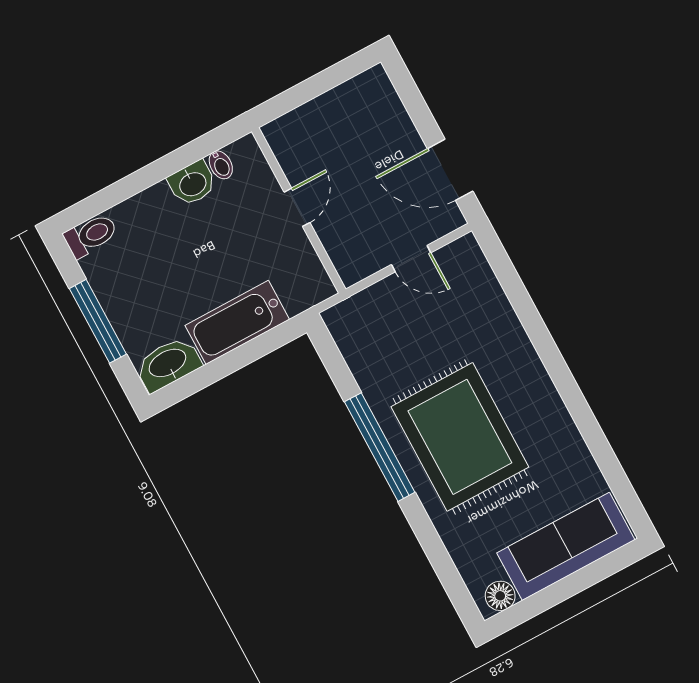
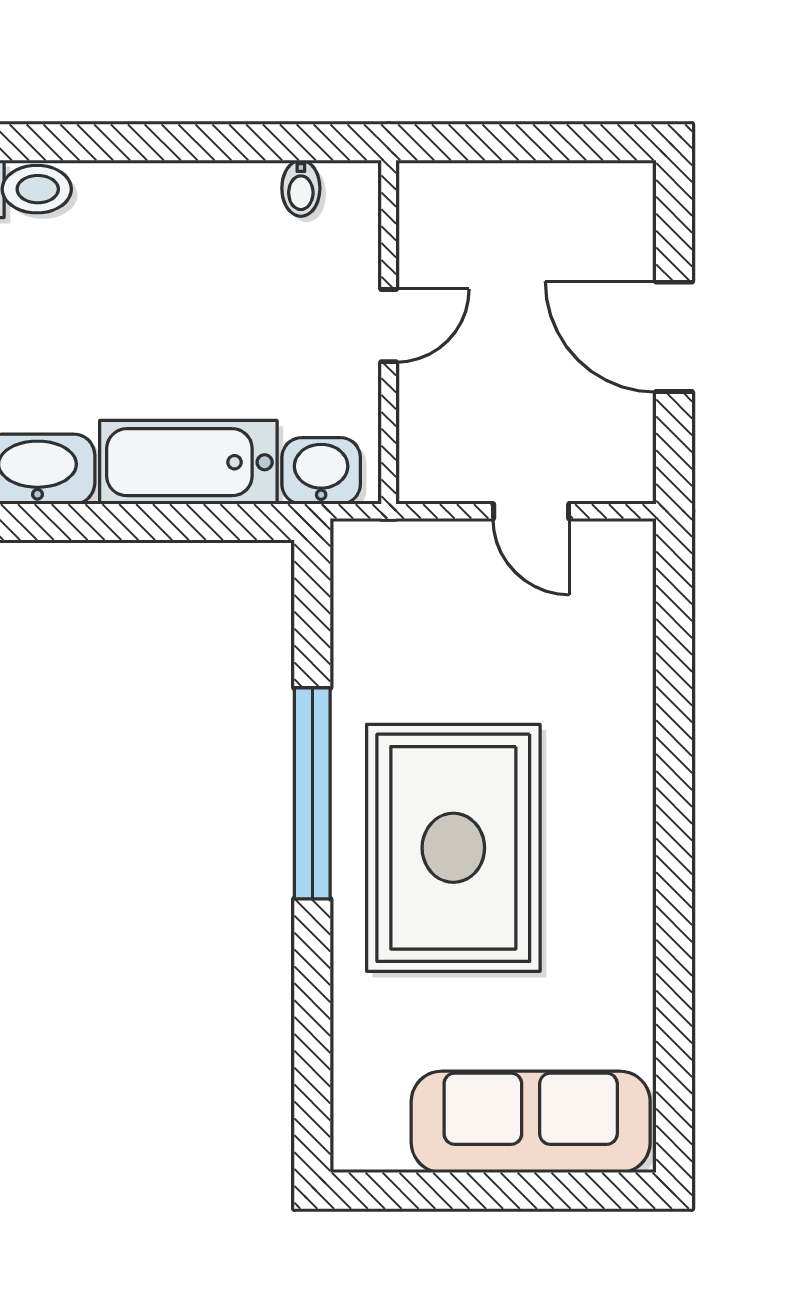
door: (450, 170) -> (674, 337), moved
washbasin: (192, 183) -> (321, 471), moved, turned 180
floor lamp: (500, 596) -> (379, 1145), removed

